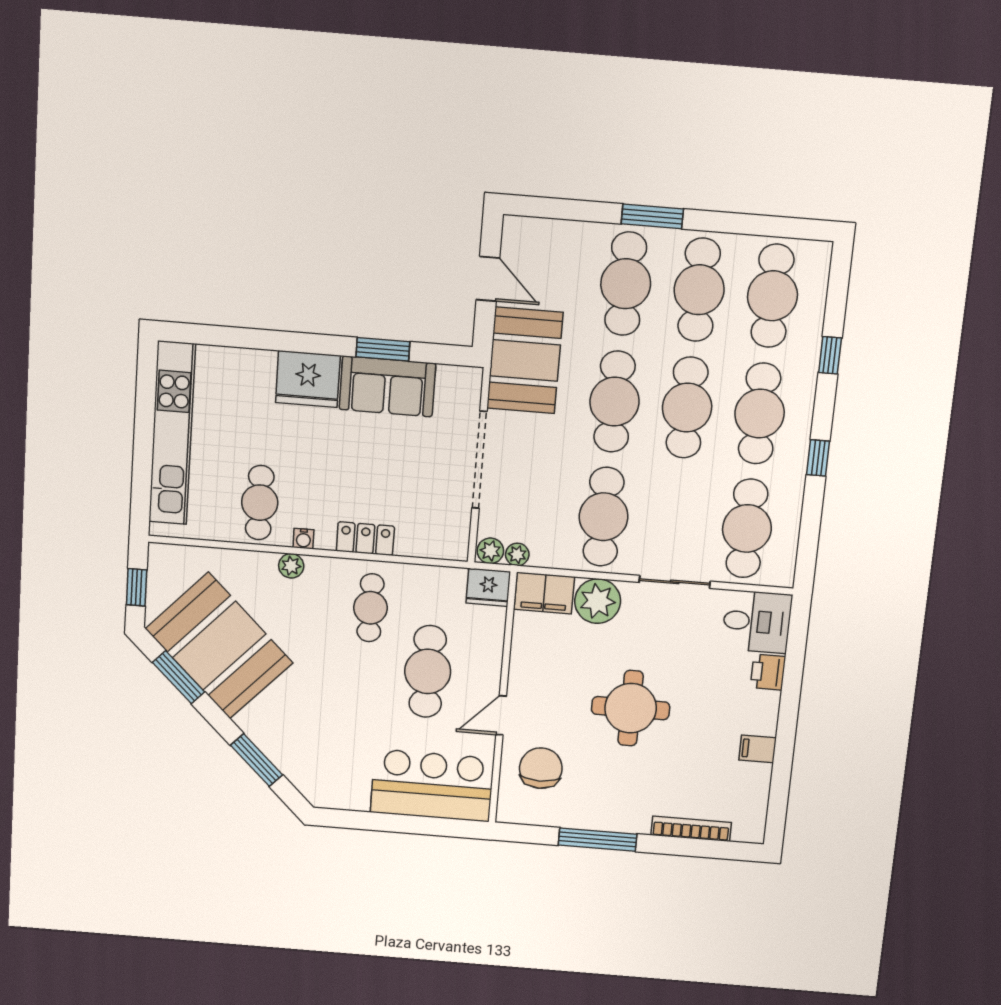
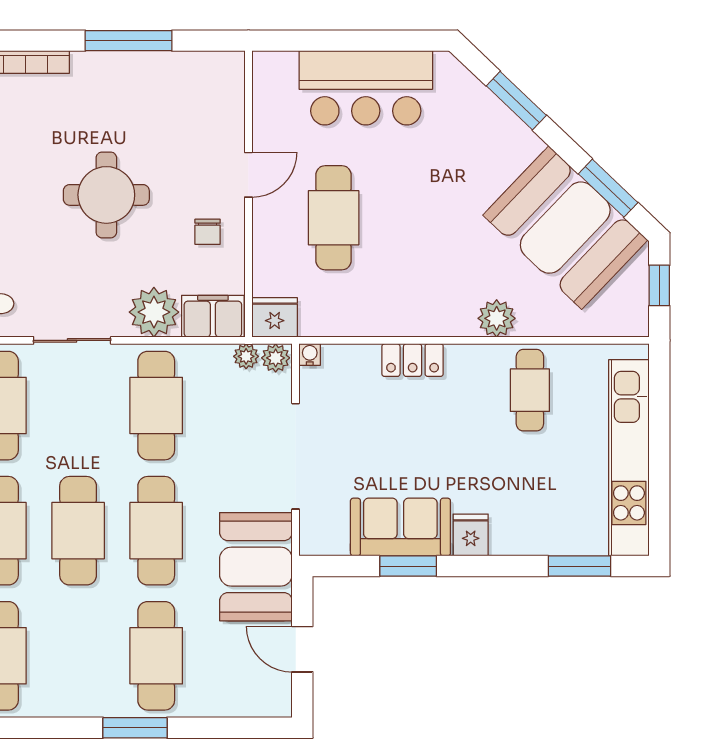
cafe table: (699, 290) -> (78, 656), removed
window: (223, 336) -> (580, 566), added
fridge: (308, 379) -> (471, 535), width x0.53, depth x0.75
water cooler: (303, 539) -> (310, 355), moved
plant: (291, 566) -> (497, 318), width x1.38, depth x1.38
cafe table: (370, 608) -> (402, 284), removed
chair: (541, 768) -> (208, 232), moved, width x0.54, depth x0.54
bar counter: (432, 785) -> (366, 88), moved

